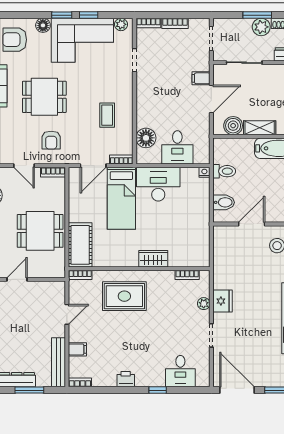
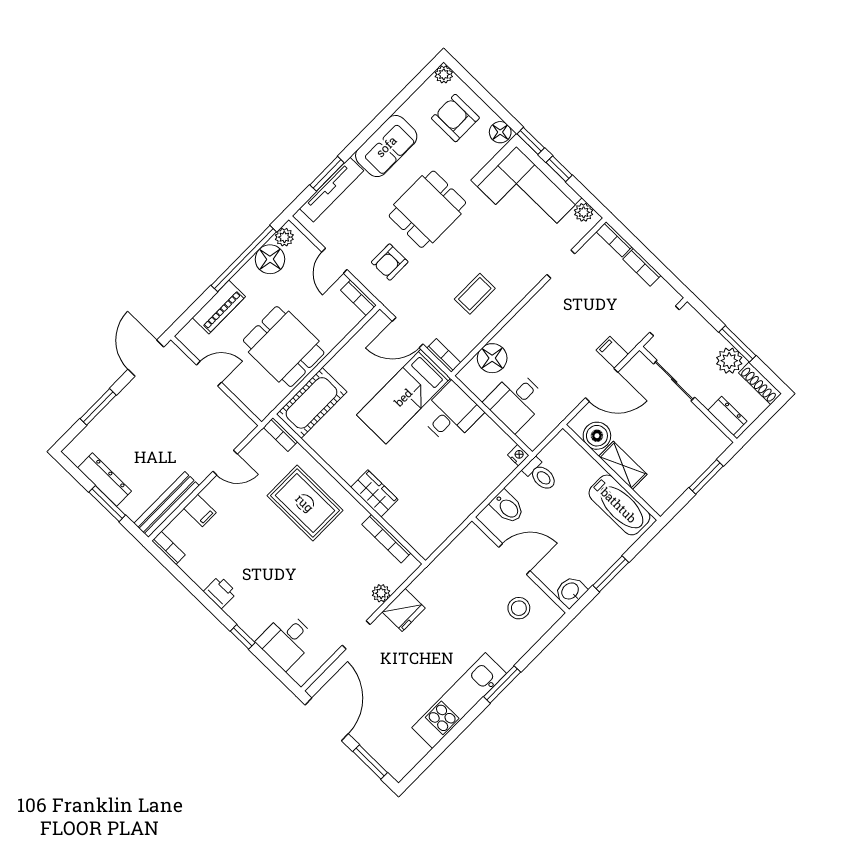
dining table: (44, 97) -> (427, 209), turned 90
desk: (158, 184) -> (451, 414), width x0.73
bookcase: (187, 275) -> (386, 539), width x1.56

